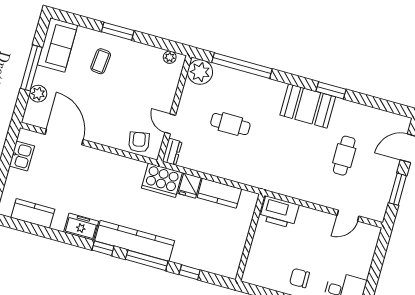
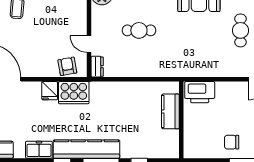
cooker: (162, 180) -> (74, 93), moved
fridge: (190, 186) -> (50, 91), moved
kitchen counter: (219, 193) -> (170, 111), moved, turned 90

